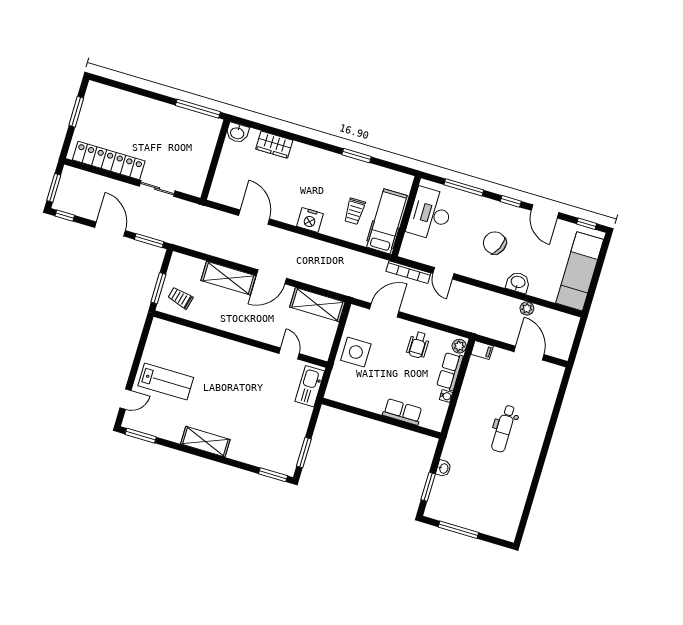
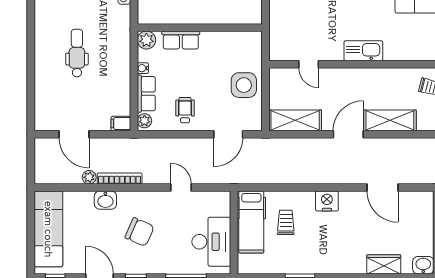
bookcase: (408, 272) -> (120, 178), moved
kitchen sink: (310, 386) -> (363, 51), moved, turned -90
plant: (435, 421) -> (146, 40), added

